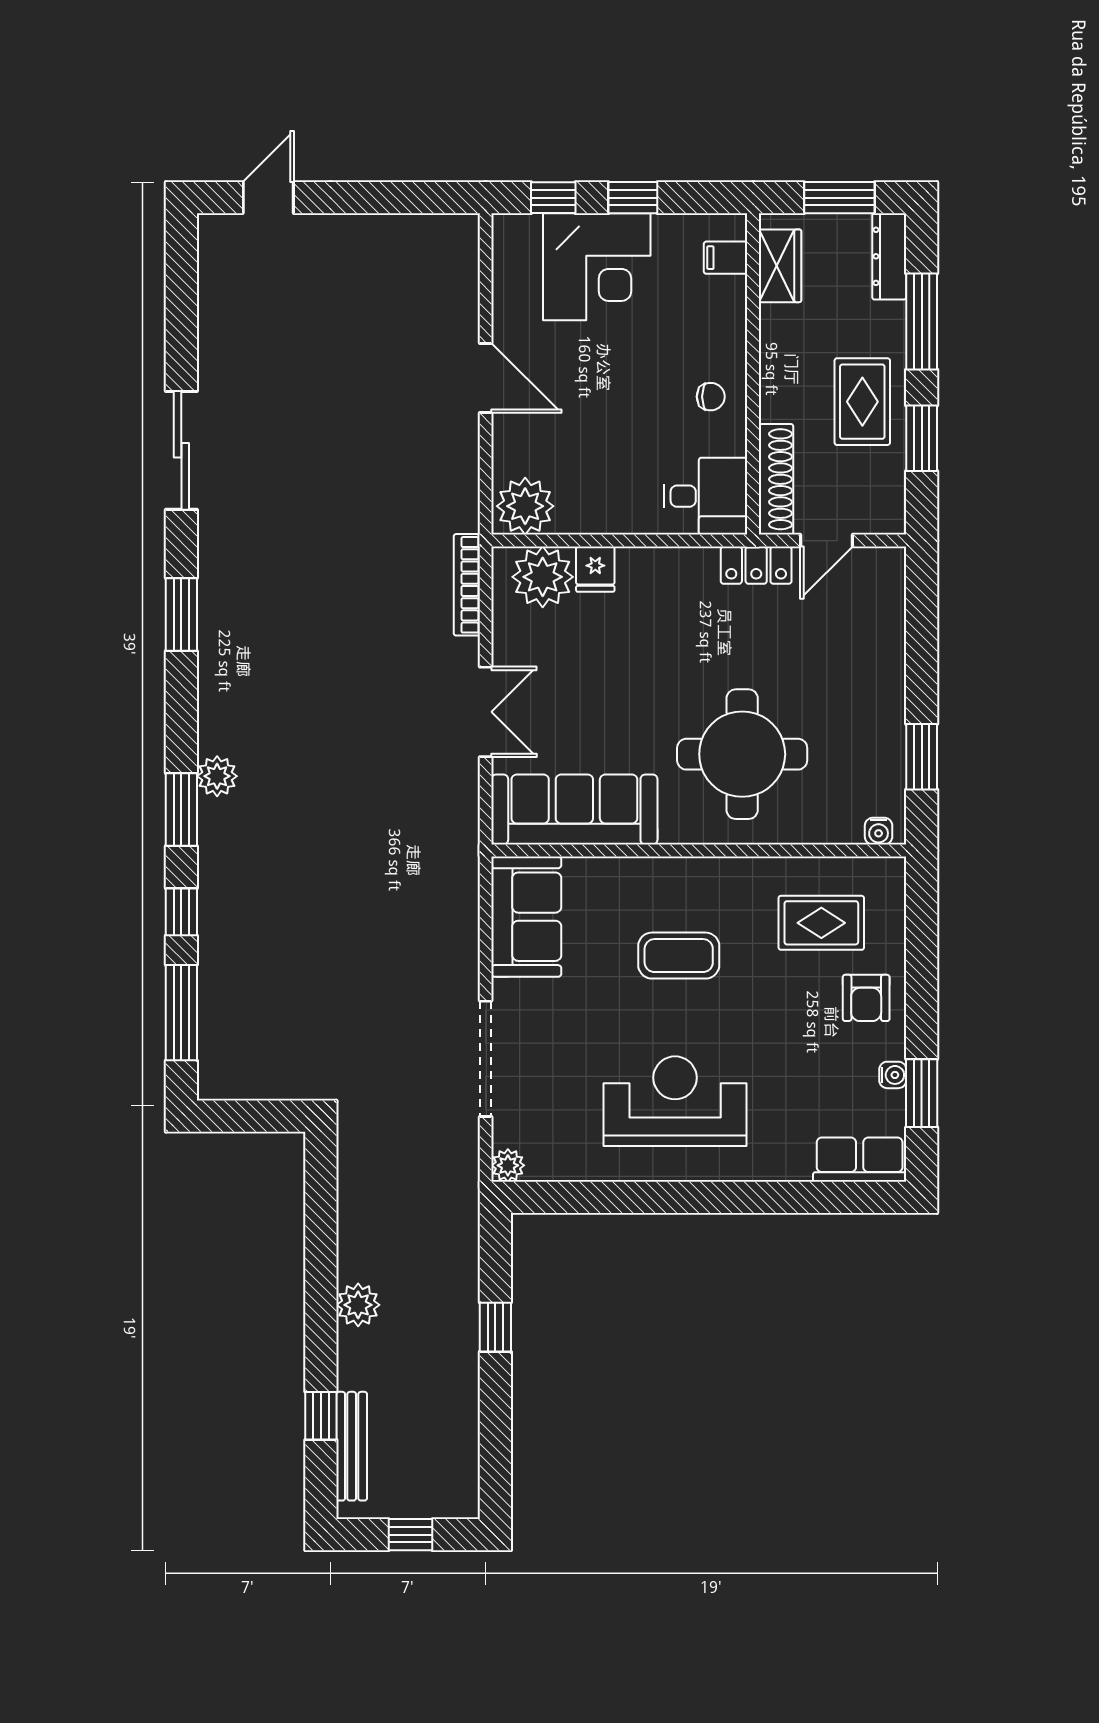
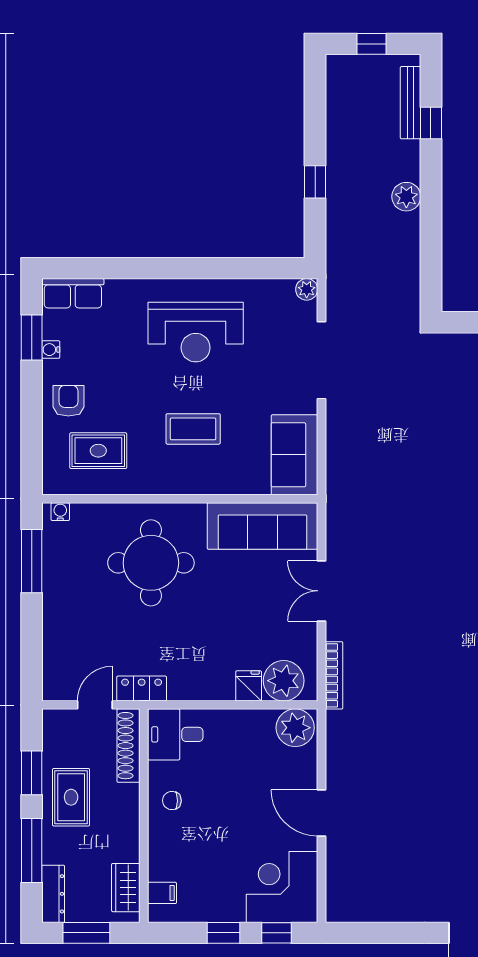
corner desk: (597, 267) -> (282, 887), moved
window: (922, 757) -> (32, 561), width x1.44

